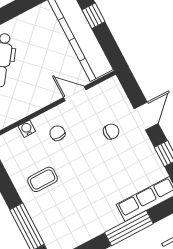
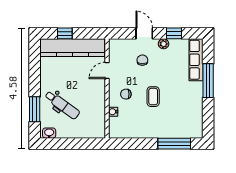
plant: (146, 147) -> (164, 44), added
coffee table: (43, 179) -> (153, 97), moved

